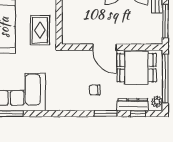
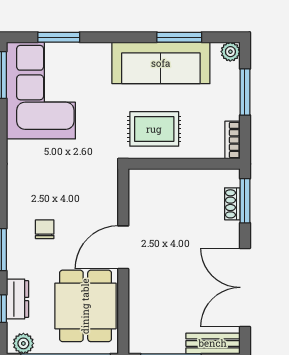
dresser: (133, 105) -> (17, 299), width x0.70

